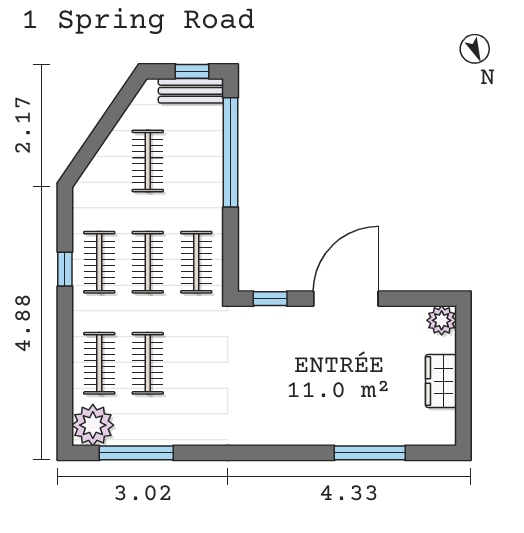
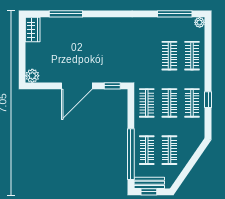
clothes rail: (196, 161) -> (147, 150), added
wardrobe: (441, 381) -> (33, 30), moved
plant: (93, 425) -> (200, 22), width x0.53, depth x0.53

